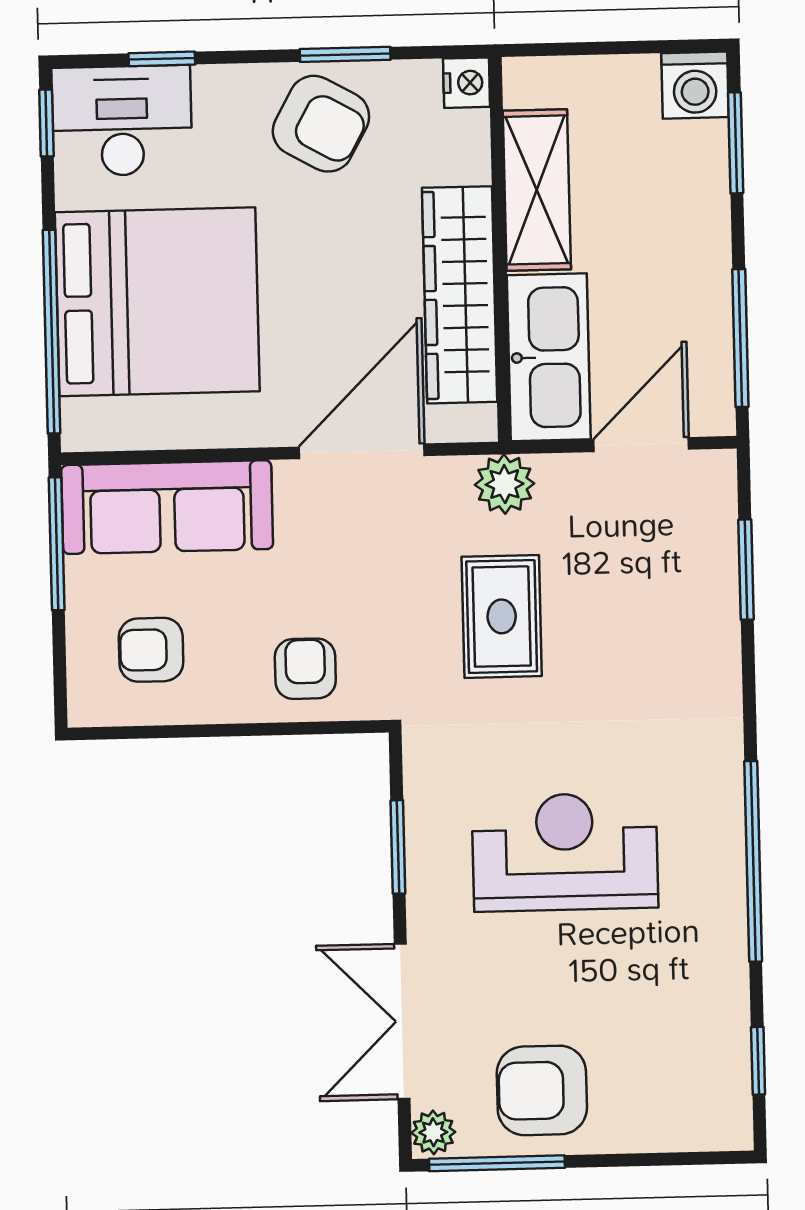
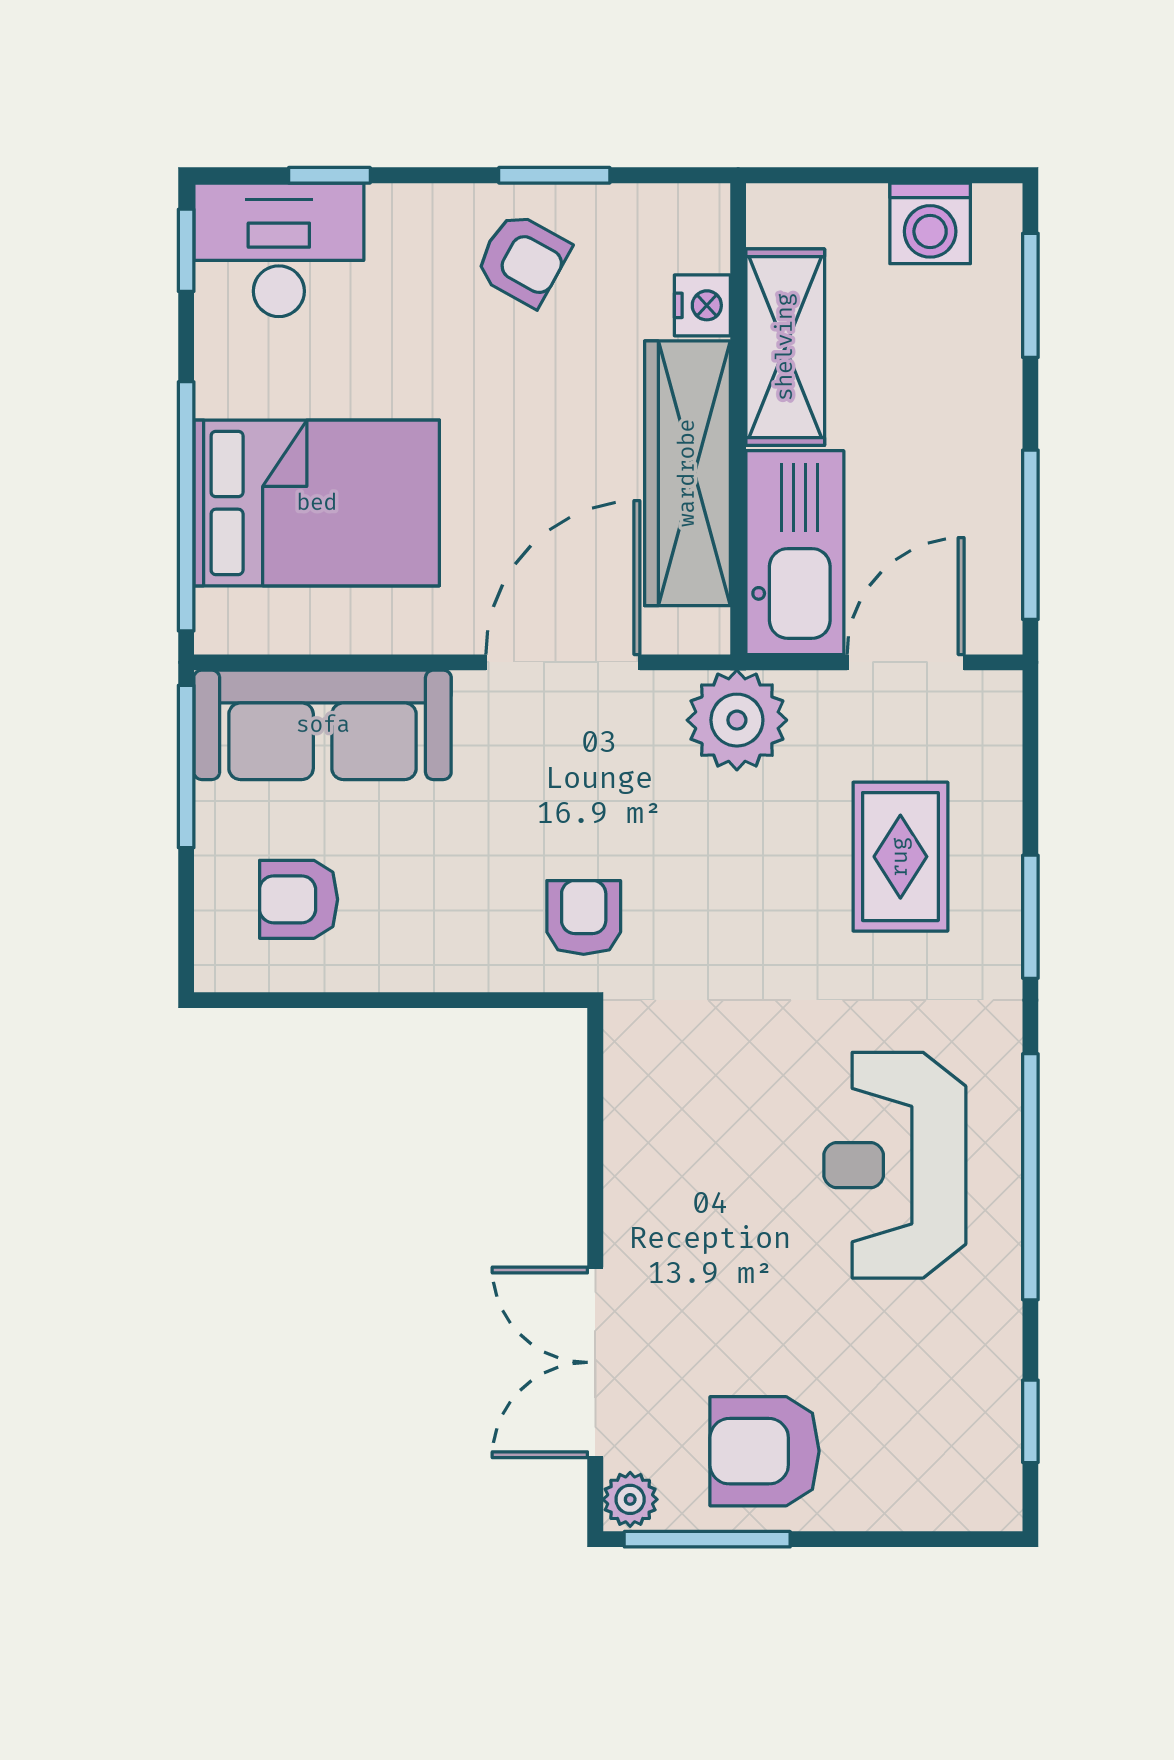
nightstand: (467, 83) -> (702, 305), moved
washing machine: (695, 85) -> (930, 223), moved
armchair: (321, 124) -> (523, 259), width x0.72, depth x0.72
bed: (157, 302) -> (317, 503), width x0.73
plant: (505, 484) -> (737, 720), width x1.36, depth x1.36
window: (746, 570) -> (1030, 917), moved
rug: (502, 616) -> (900, 857), moved
armchair: (305, 669) -> (584, 917), moved
window: (398, 847) -> (595, 1148), removed
reception desk: (565, 852) -> (895, 1165), moved, turned -90

